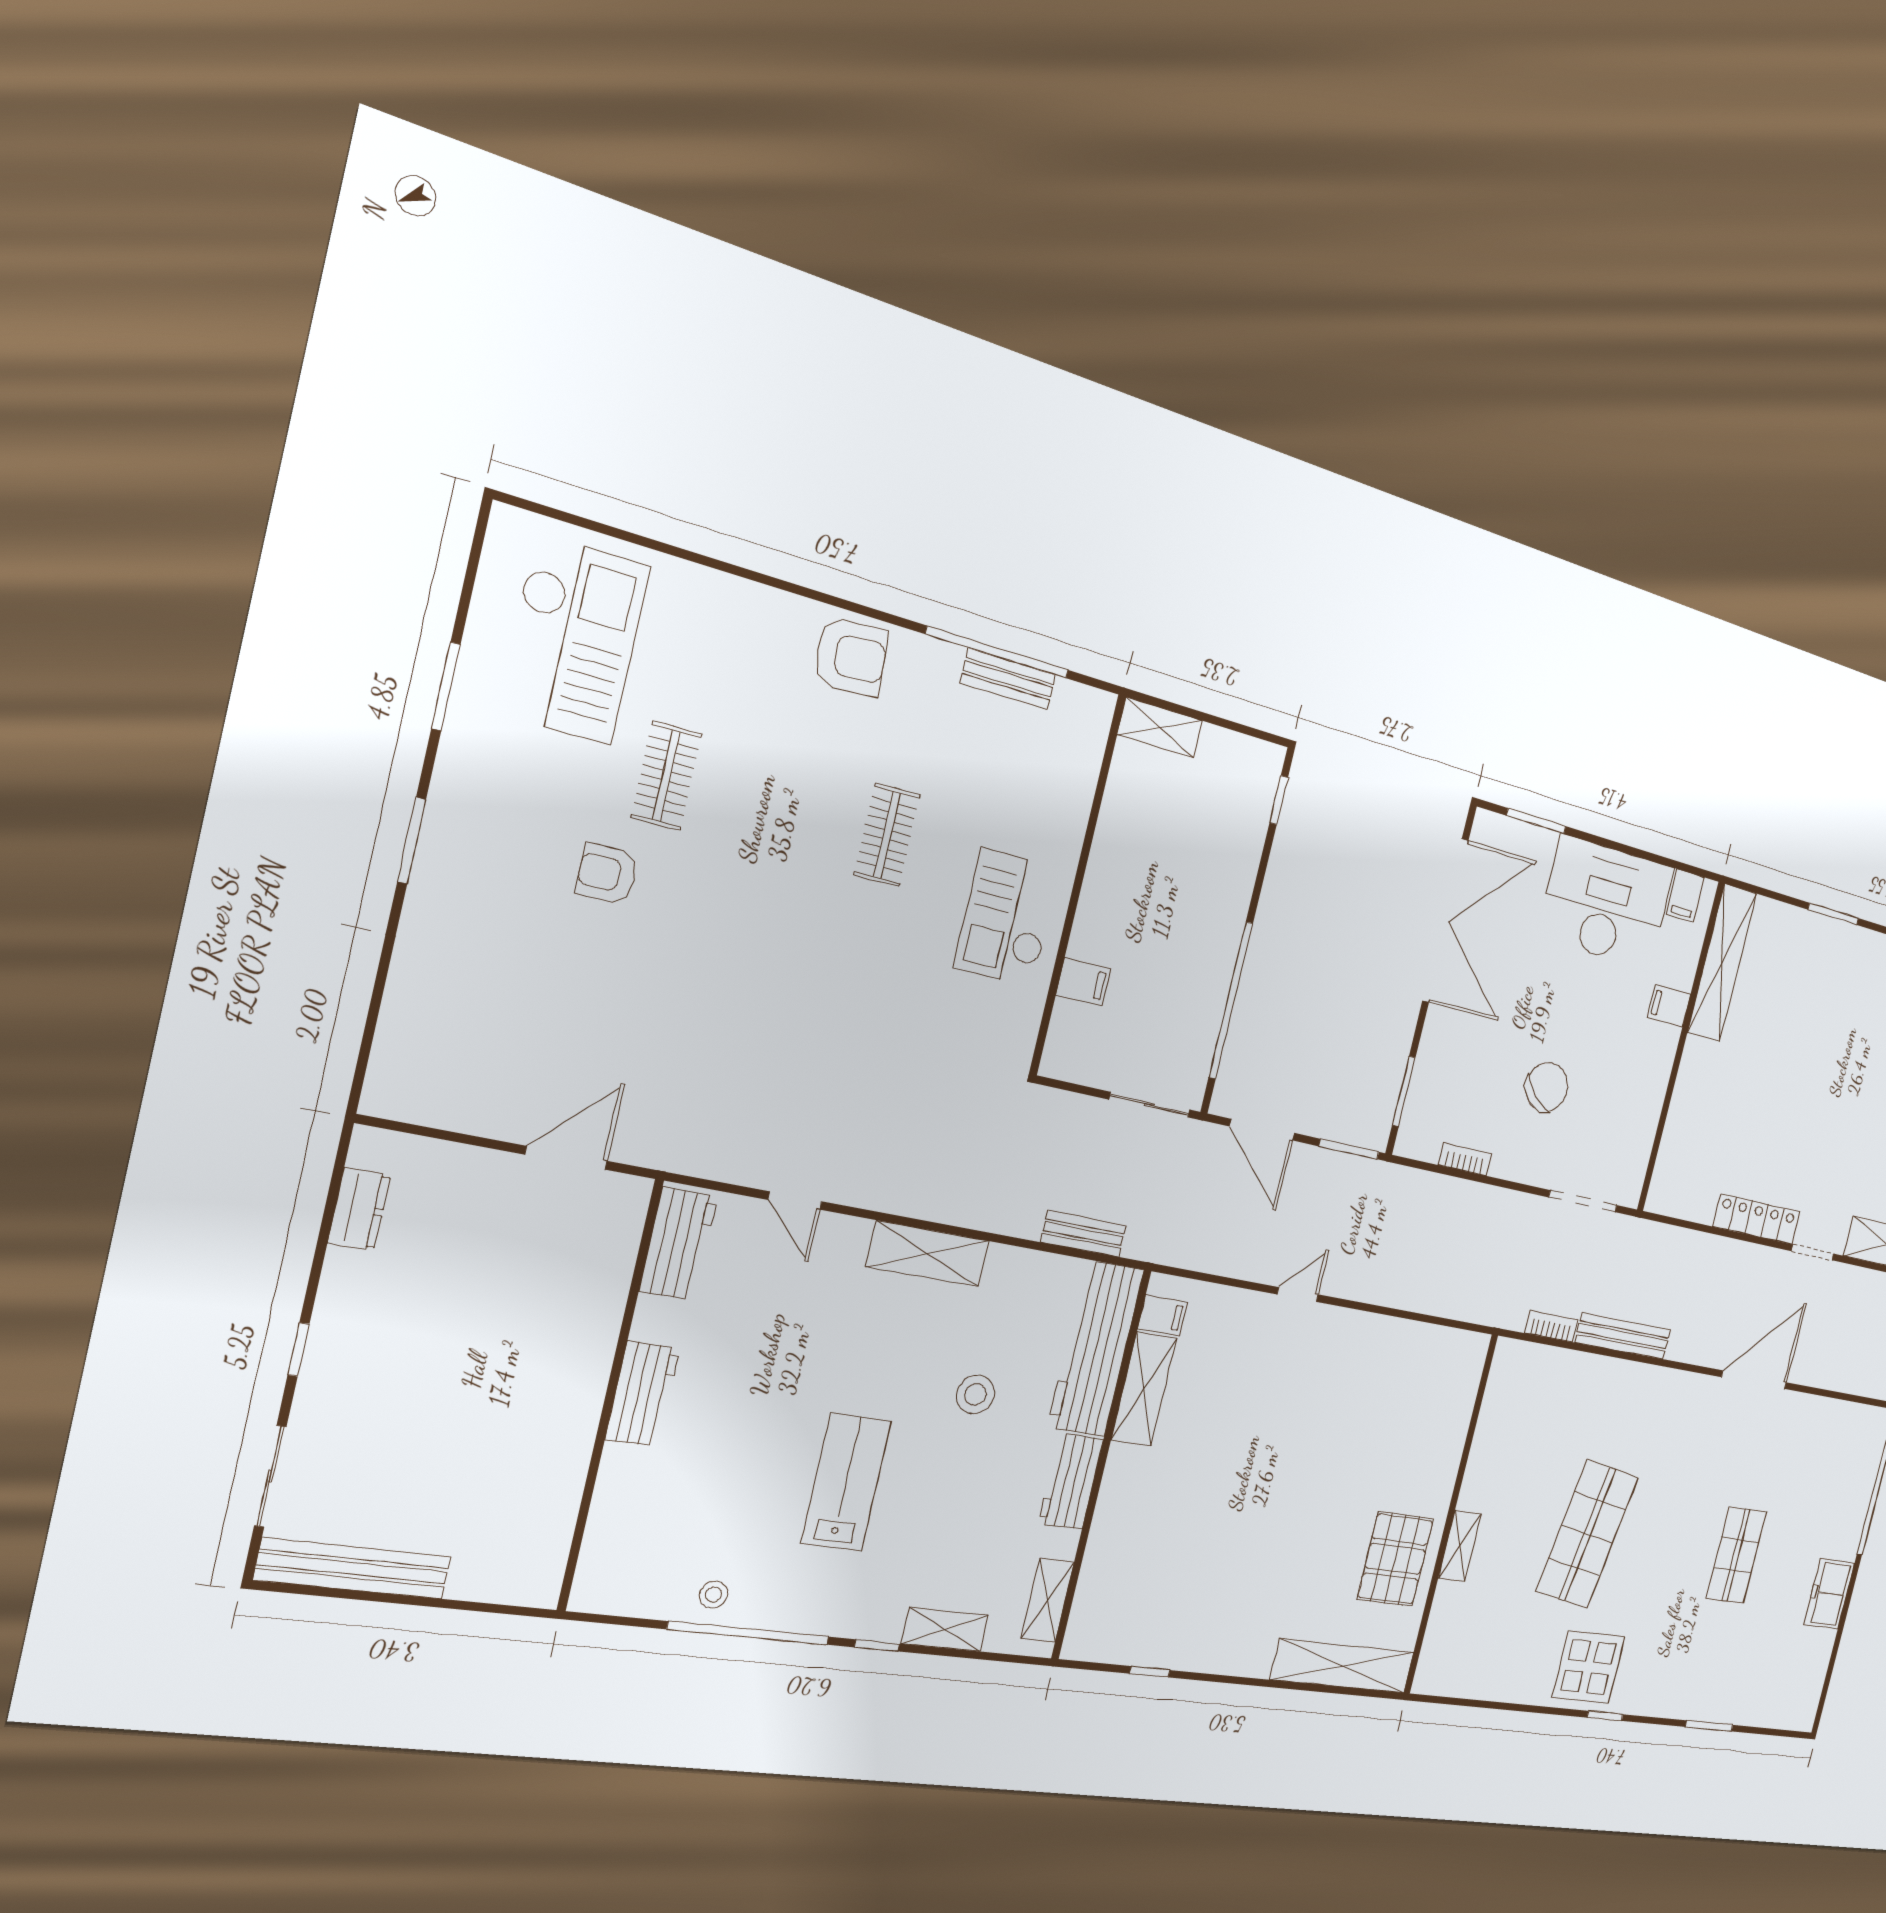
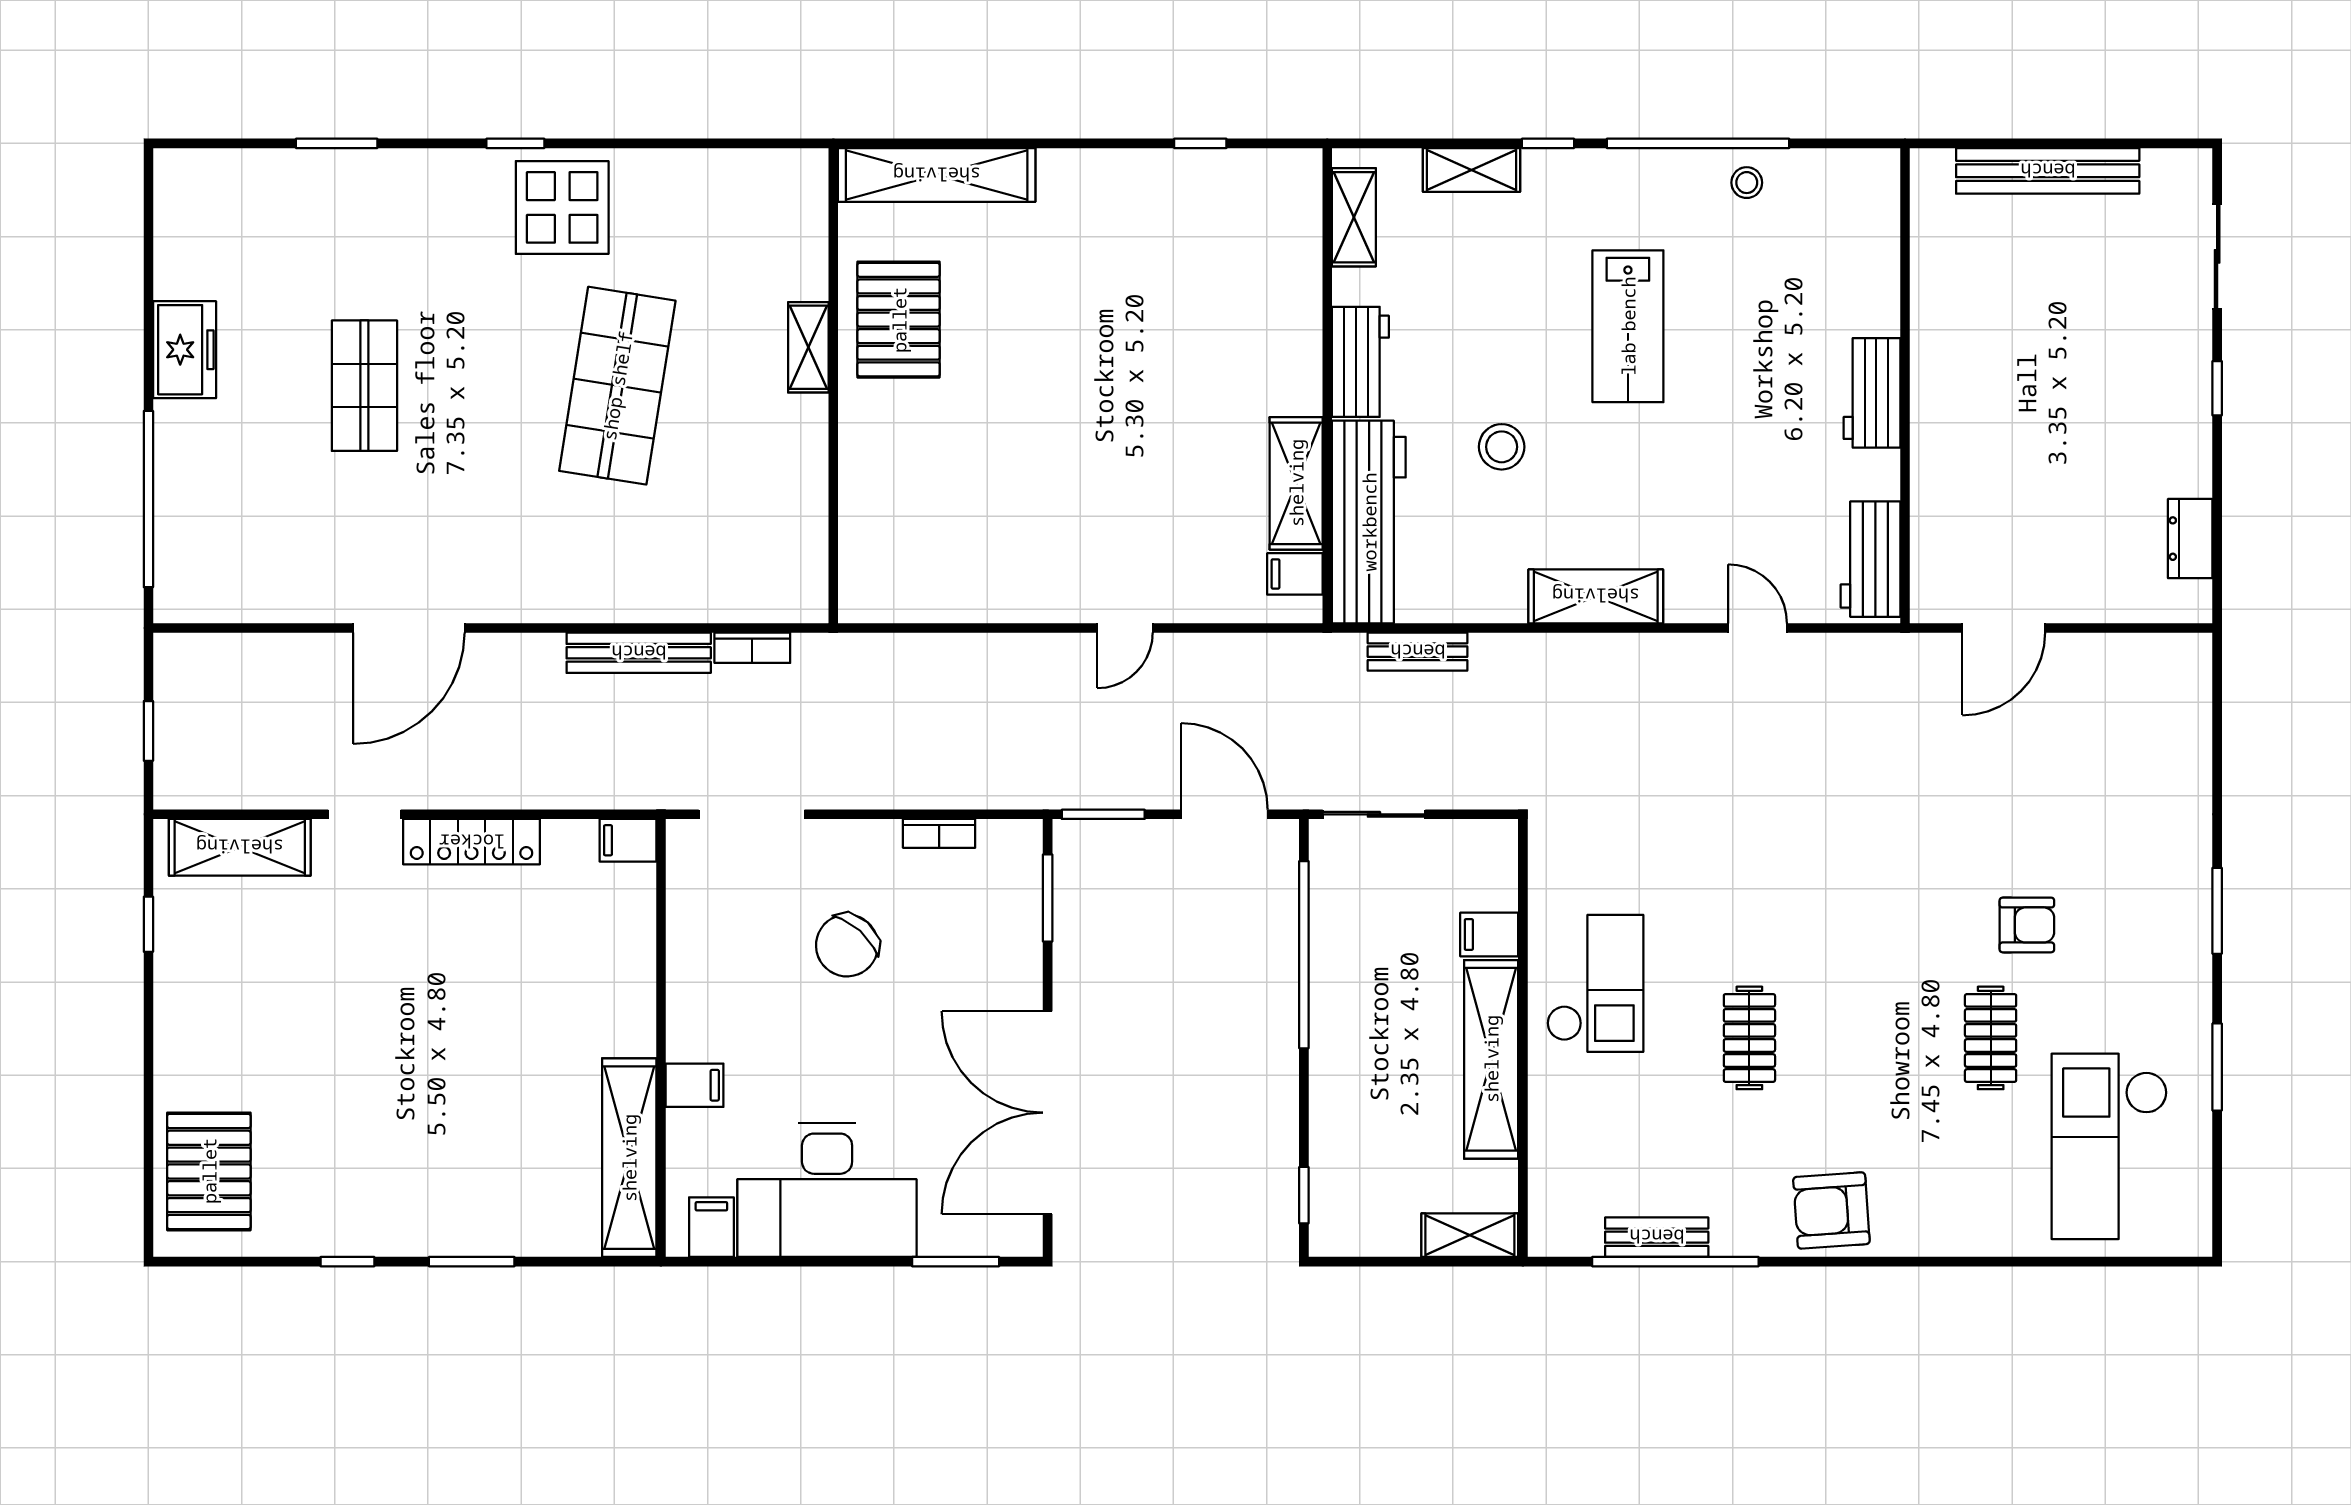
shelving: (1107, 874) -> (1491, 1059), added
filing cabinet: (1664, 1199) -> (628, 840), added
bench: (353, 1568) -> (2048, 171), moved

